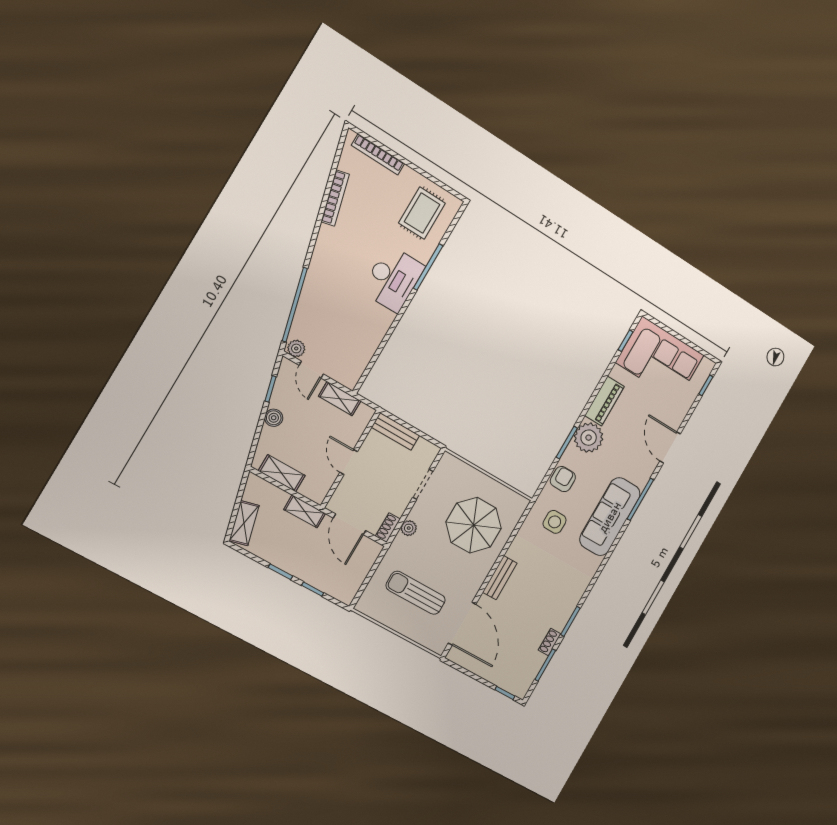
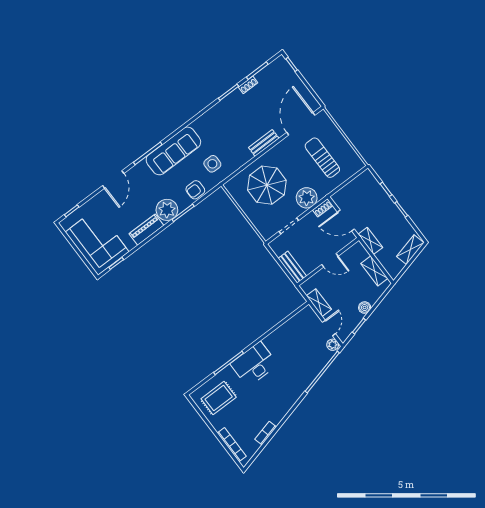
bookcase: (335, 198) -> (266, 433), width x0.64
door: (349, 462) -> (330, 260), hinge flipped
door: (349, 524) -> (346, 221), swing flipped
plant: (409, 528) -> (307, 198), width x1.87, depth x1.87
sun lounger: (416, 593) -> (322, 158), turned 180

